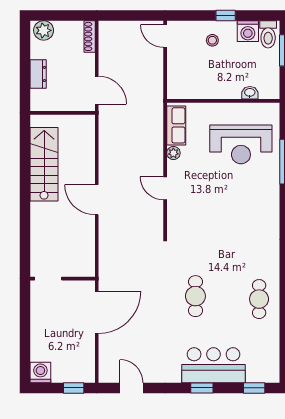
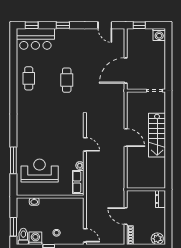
dresser: (38, 74) -> (161, 199), moved
door: (97, 90) -> (126, 216), moved
stairs: (44, 164) -> (157, 135), moved
bar counter: (214, 365) -> (35, 39), moved

